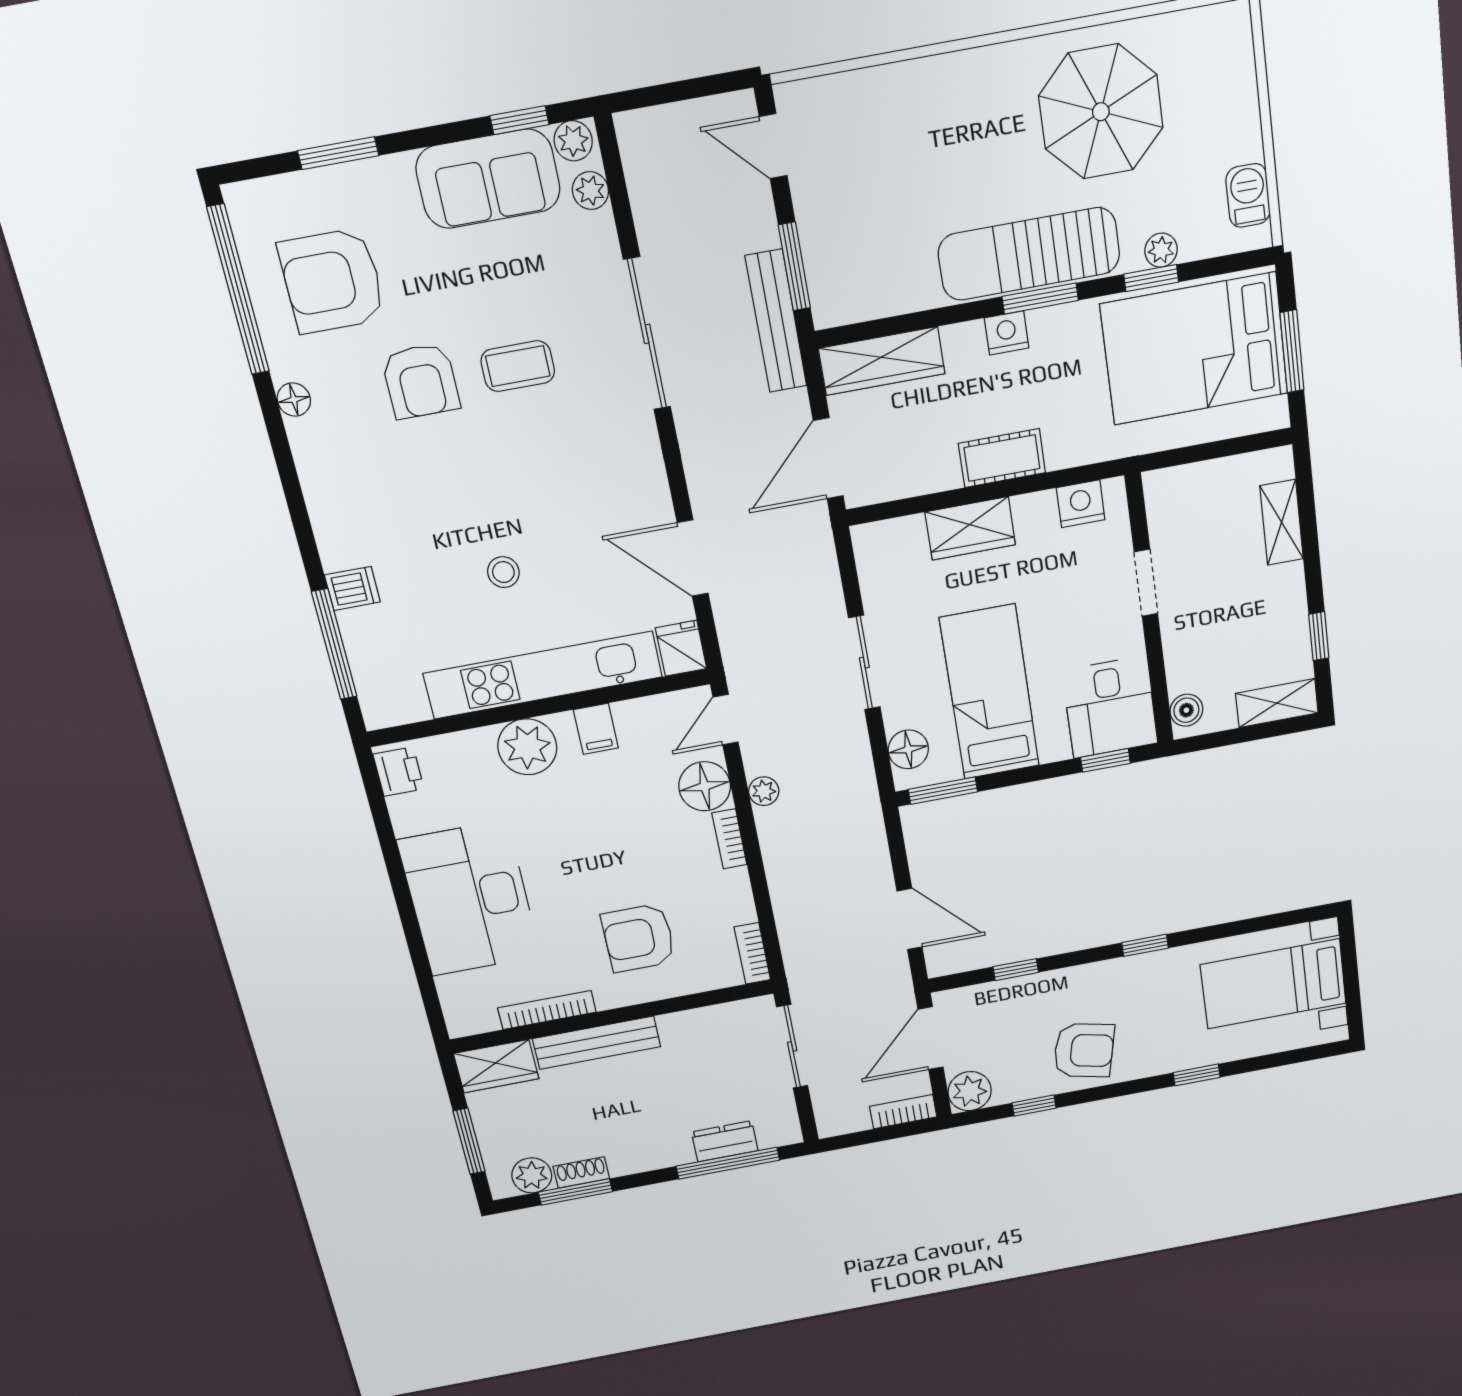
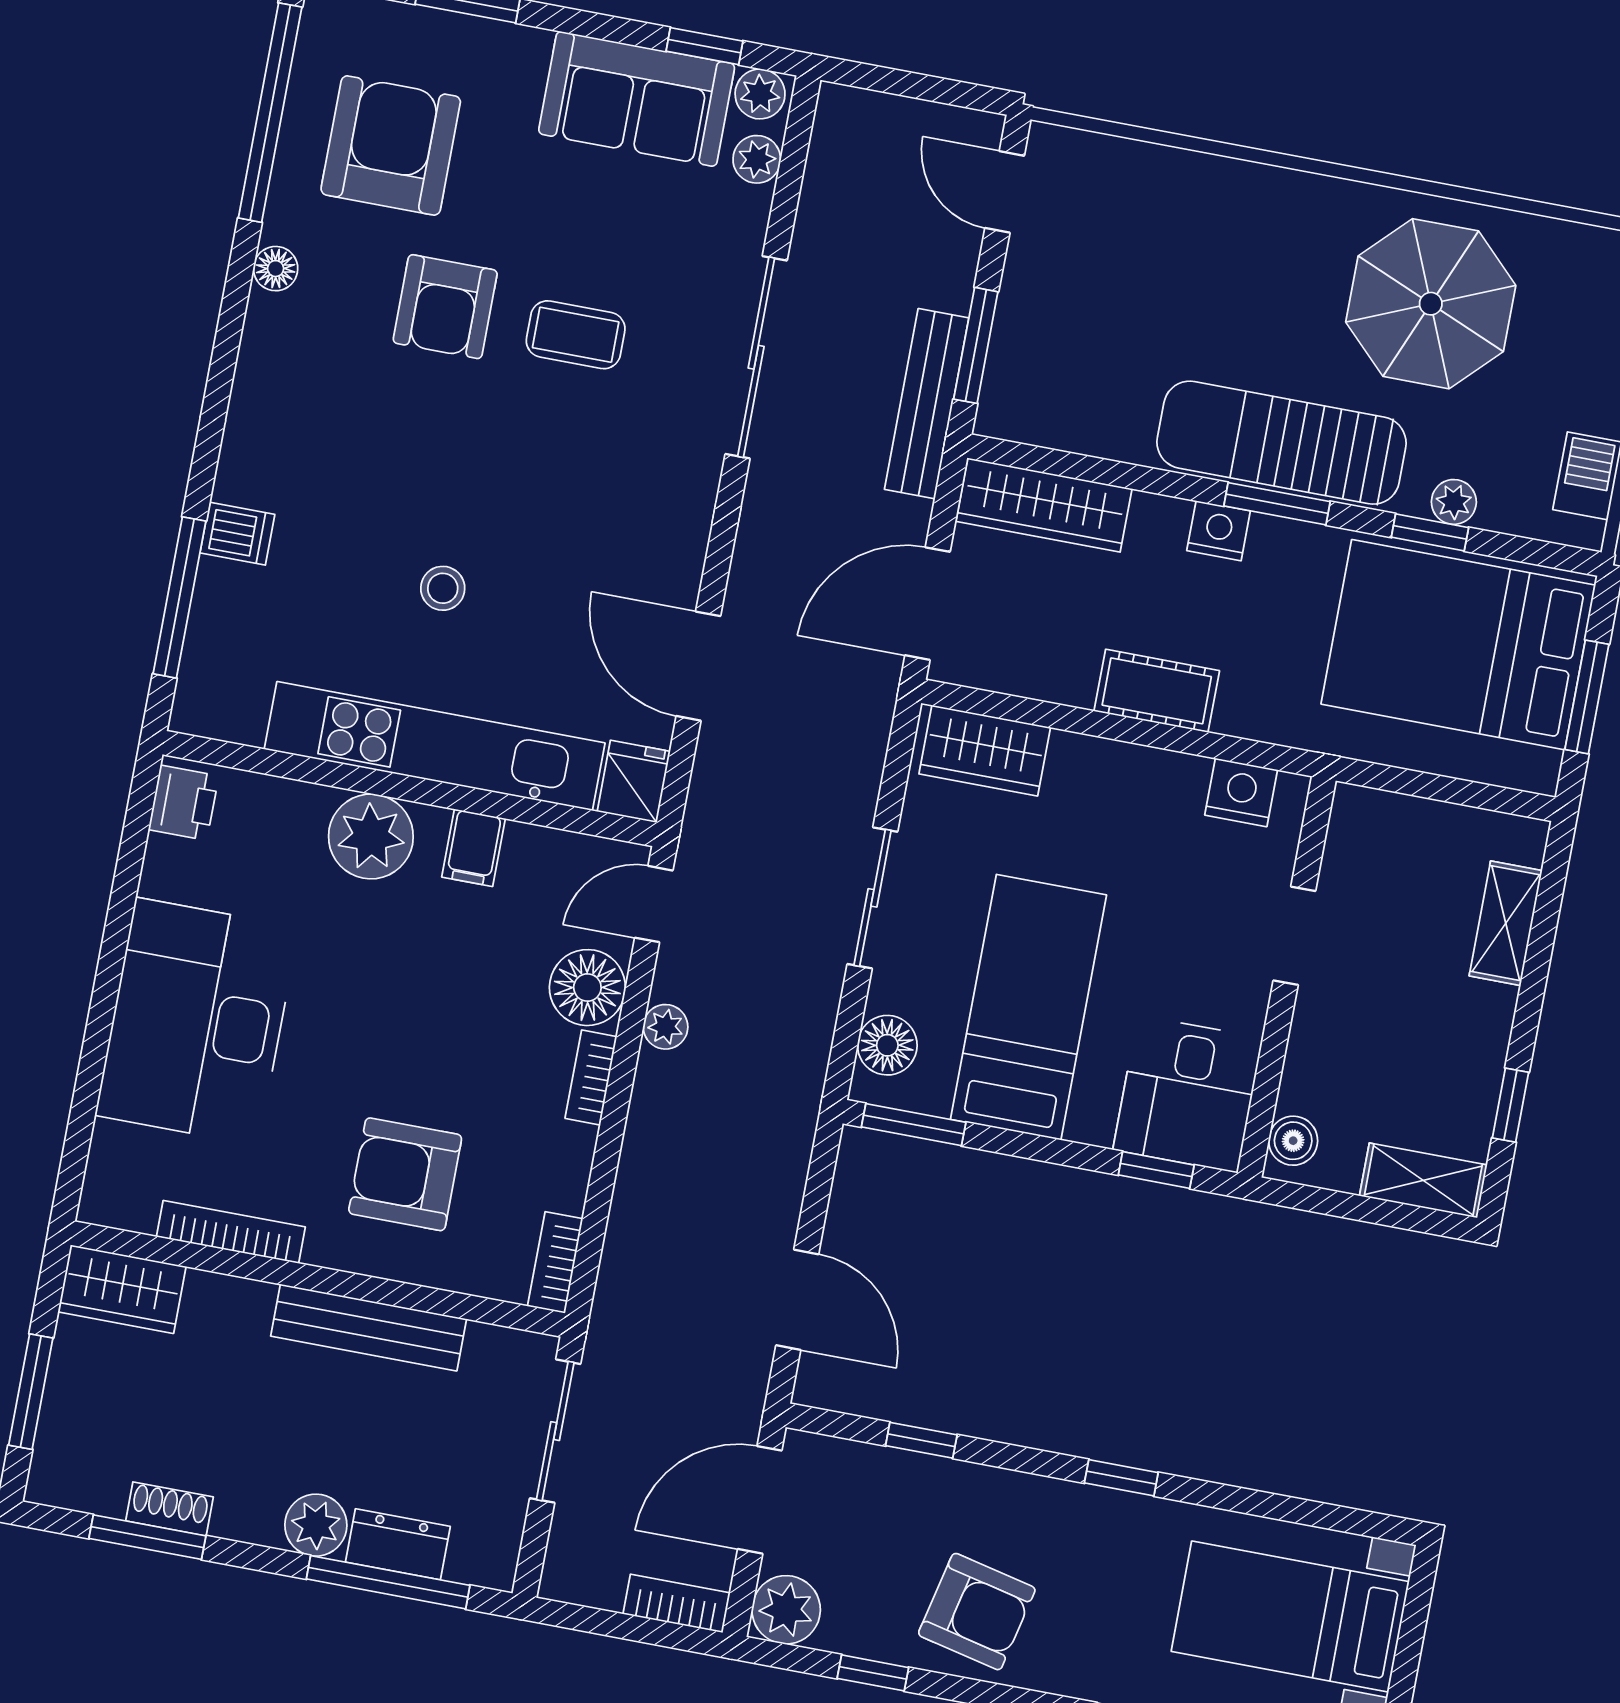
armchair: (332, 281) -> (391, 146), turned 90
wardrobe: (970, 528) -> (985, 751), moved
bench: (597, 1043) -> (369, 1328), moved
plant: (532, 1175) -> (316, 1525), moved

